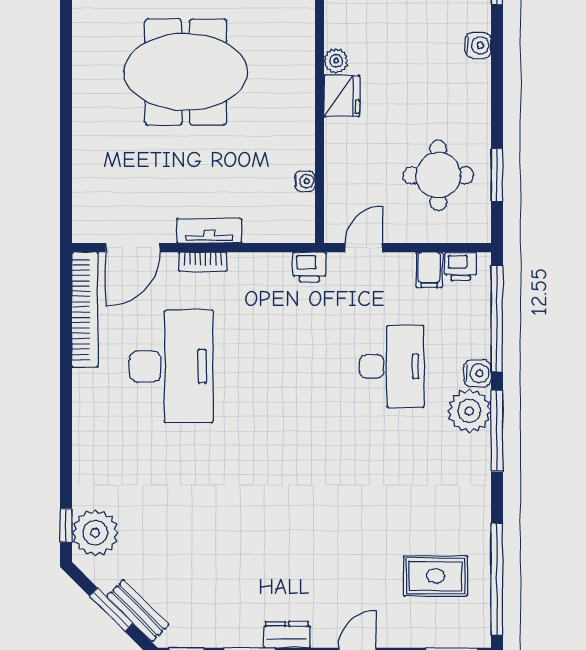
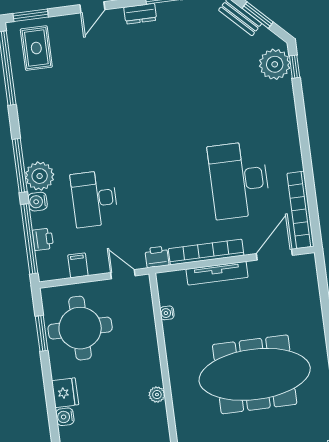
meeting table: (186, 72) -> (255, 374), width x1.36
fridge: (342, 96) -> (65, 393), moved, turned 180
round table: (438, 175) -> (80, 328), width x1.36, depth x1.36
tv unit: (209, 231) -> (217, 273), width x1.41
door: (364, 248) -> (123, 274), swing flipped
bookcase: (203, 262) -> (206, 252), width x2.31, depth x1.31
printer: (461, 266) -> (43, 239), moved, turned 90
rug: (436, 576) -> (36, 48), moved, turned 90

